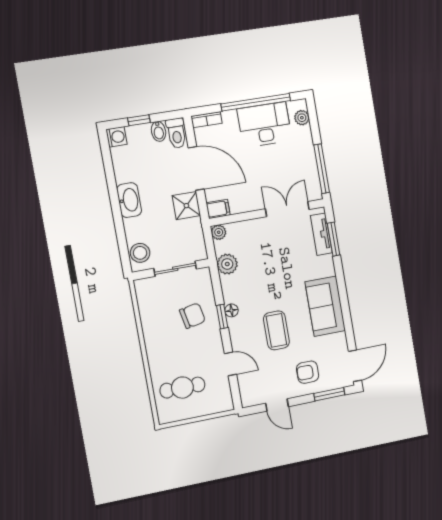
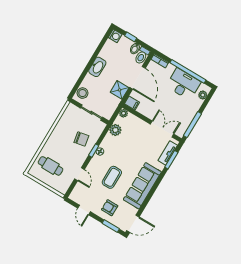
sofa: (325, 306) -> (142, 186), width x1.36

